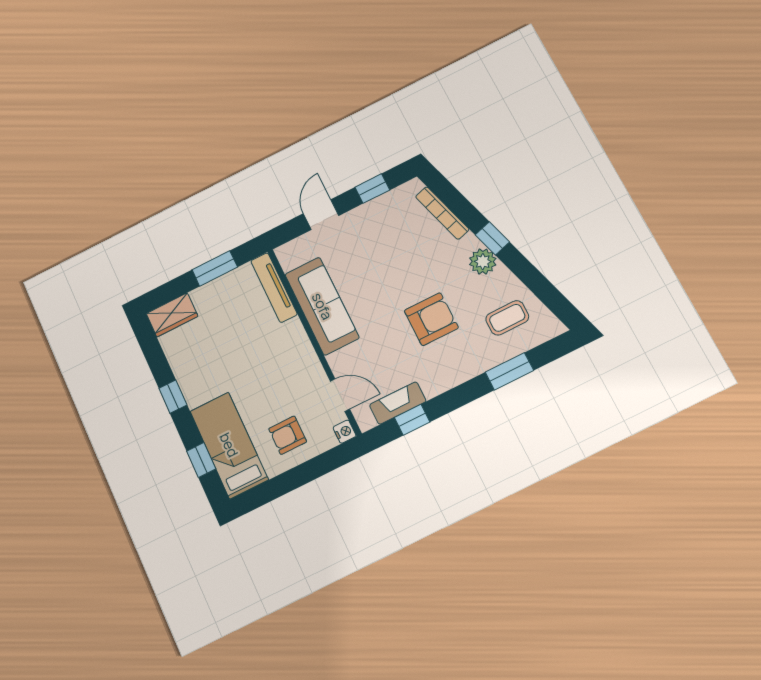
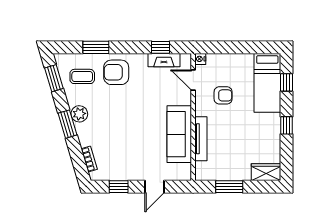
bookcase: (442, 213) -> (89, 159), width x0.64
window: (492, 238) -> (68, 124), width x1.50
tv unit: (274, 288) -> (201, 139), moved
window: (548, 294) -> (54, 78), added
armchair: (431, 319) -> (116, 72), moved
armchair: (288, 435) -> (223, 95), moved

